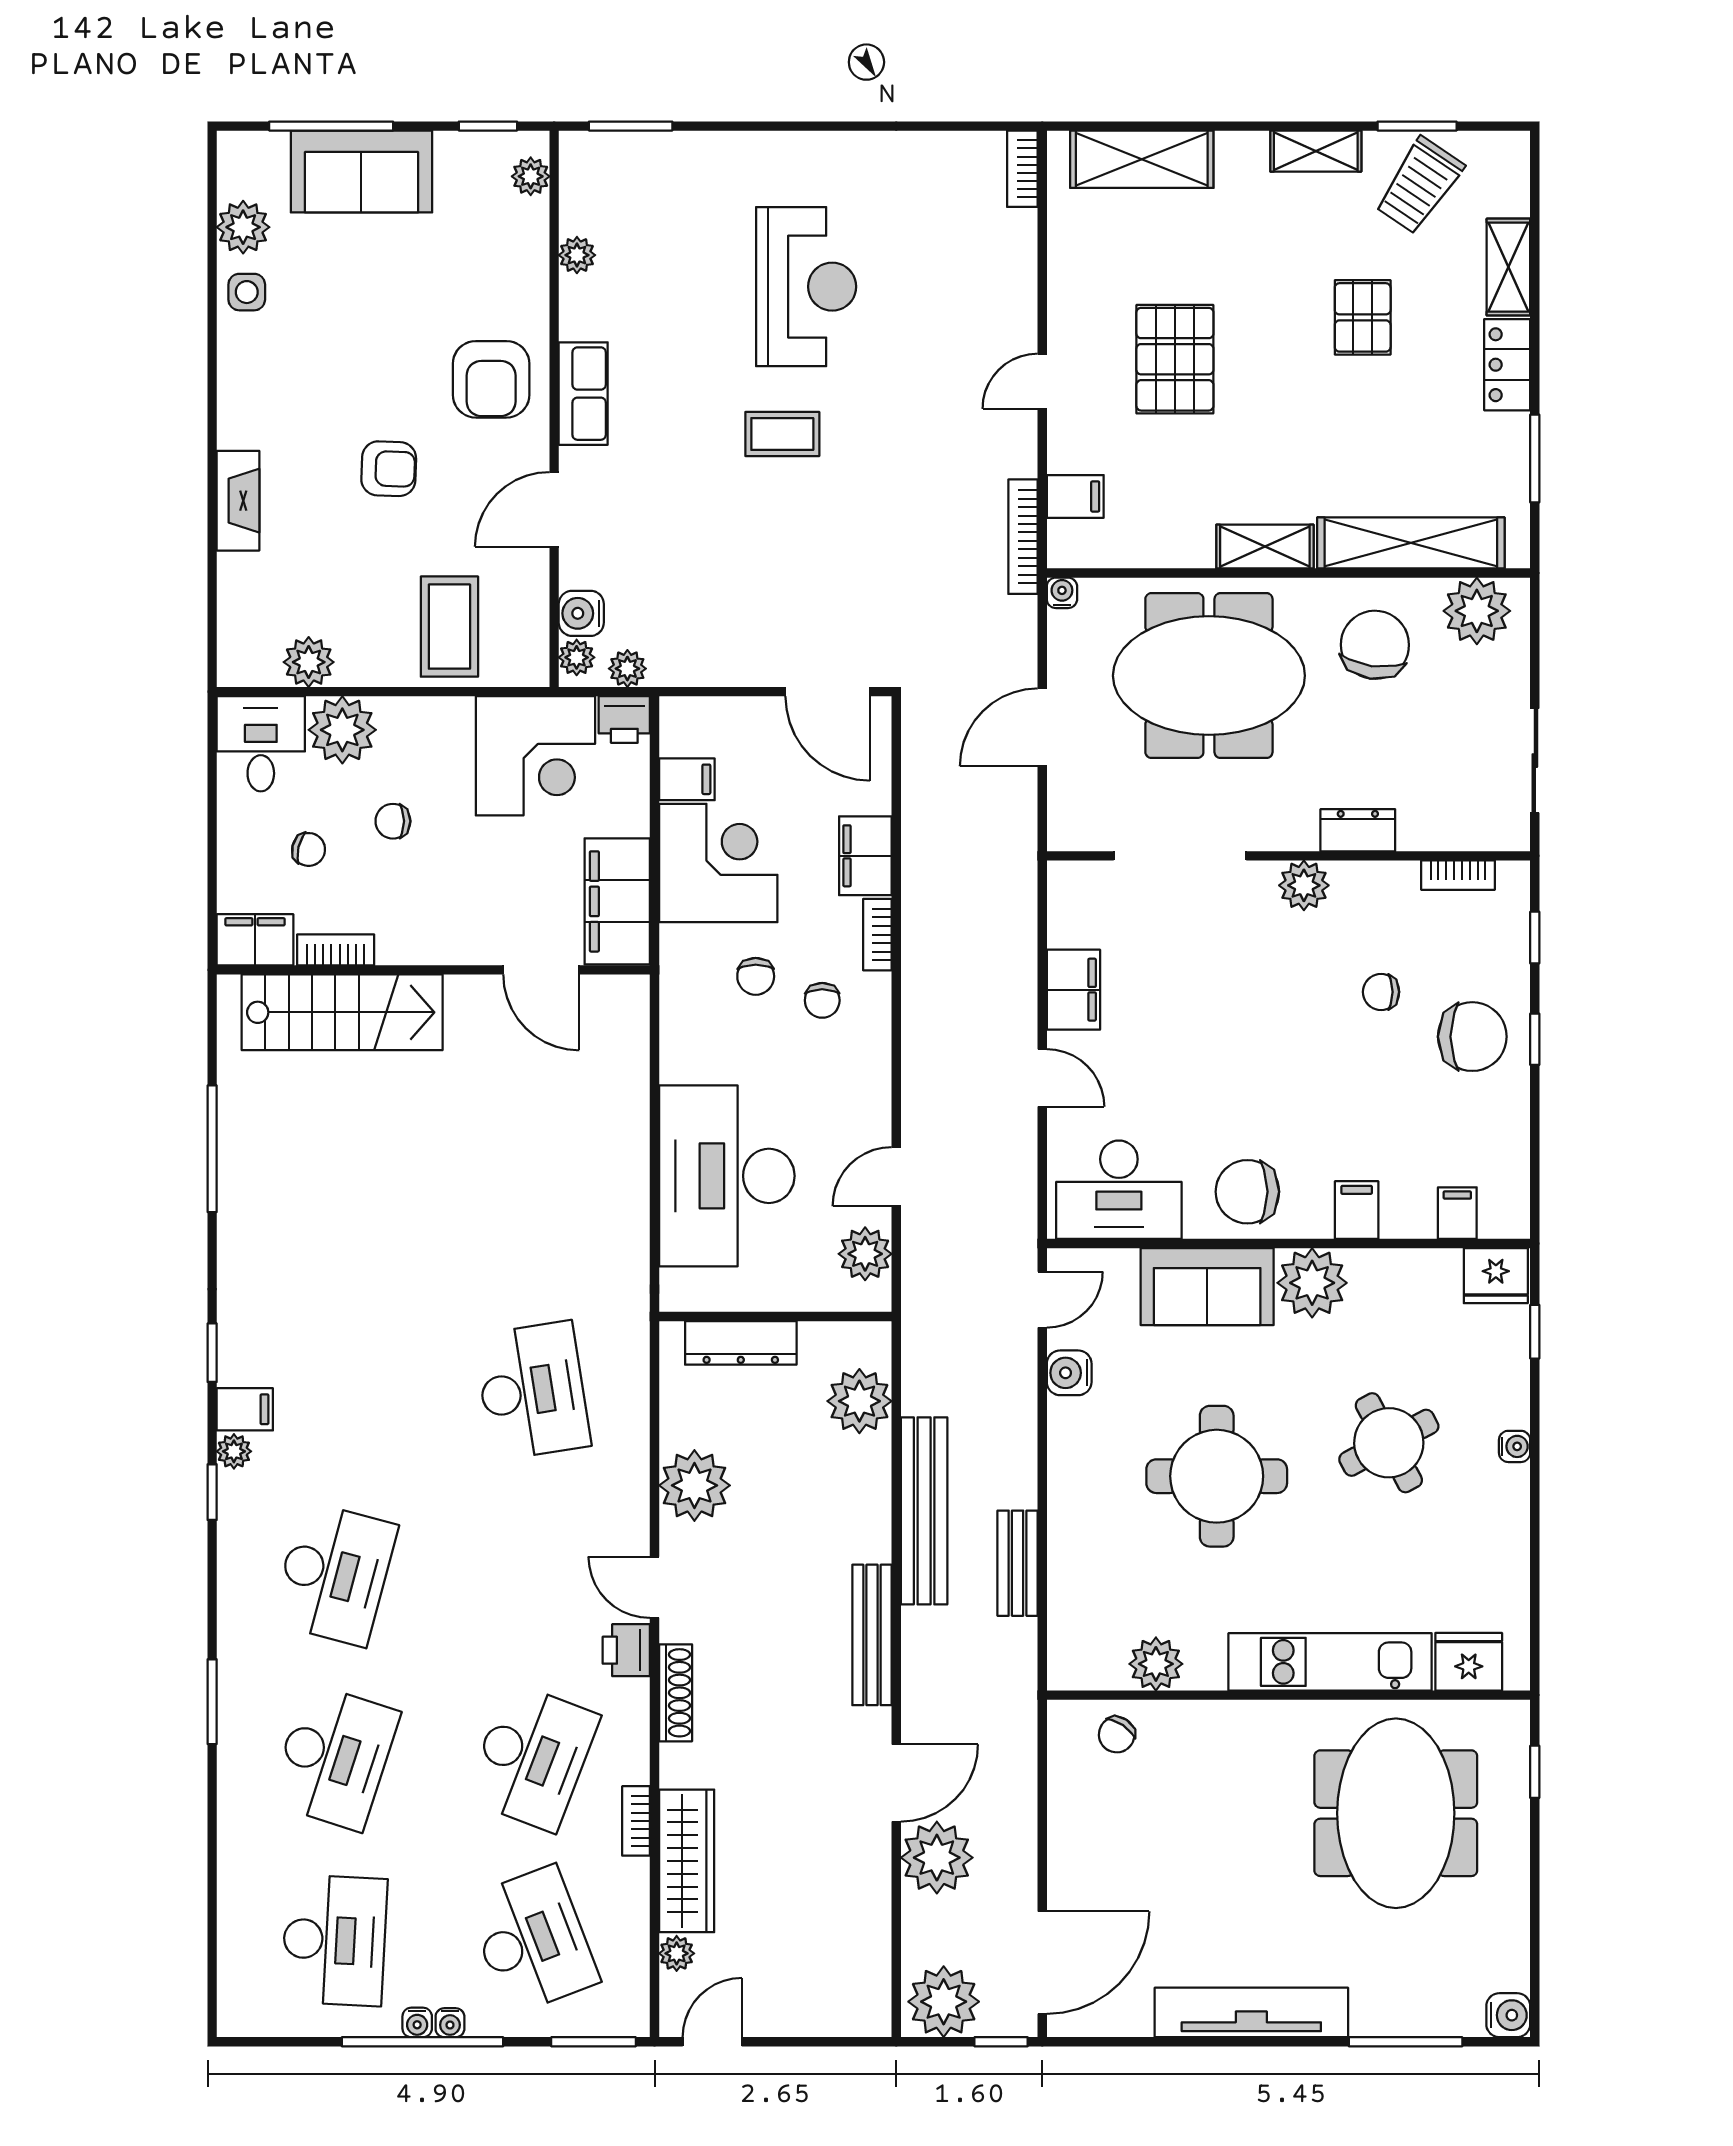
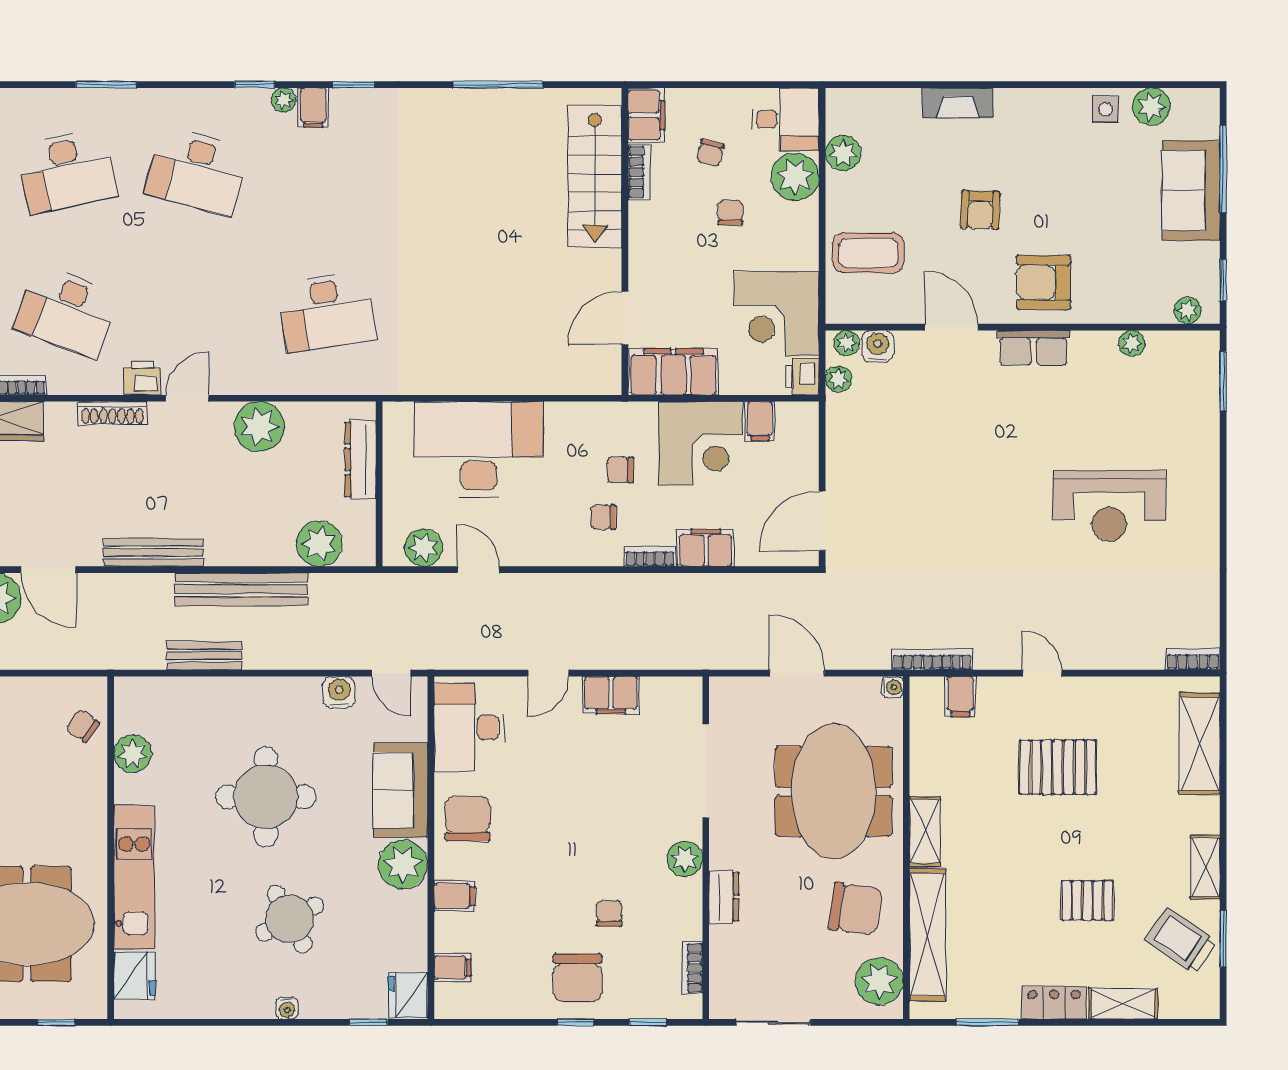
coffee table: (782, 434) -> (1005, 489), removed
desk: (334, 1757) -> (67, 171), turned -30

